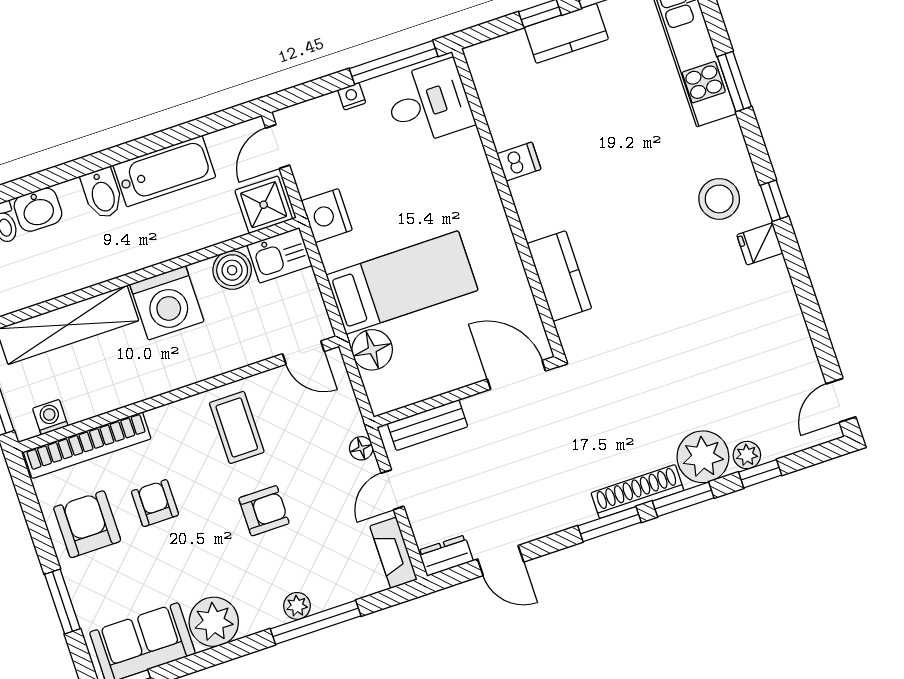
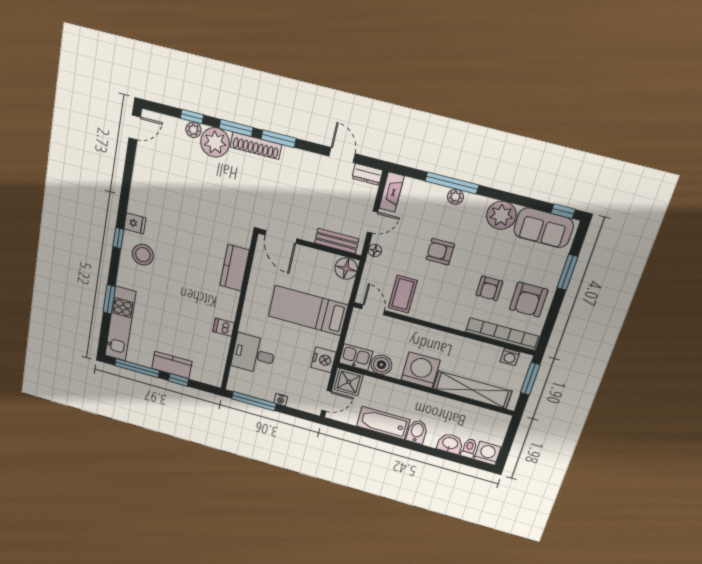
desk: (429, 103) -> (254, 354), moved
floor lamp: (372, 350) -> (346, 269), moved
coffee table: (237, 427) -> (403, 294), moved

